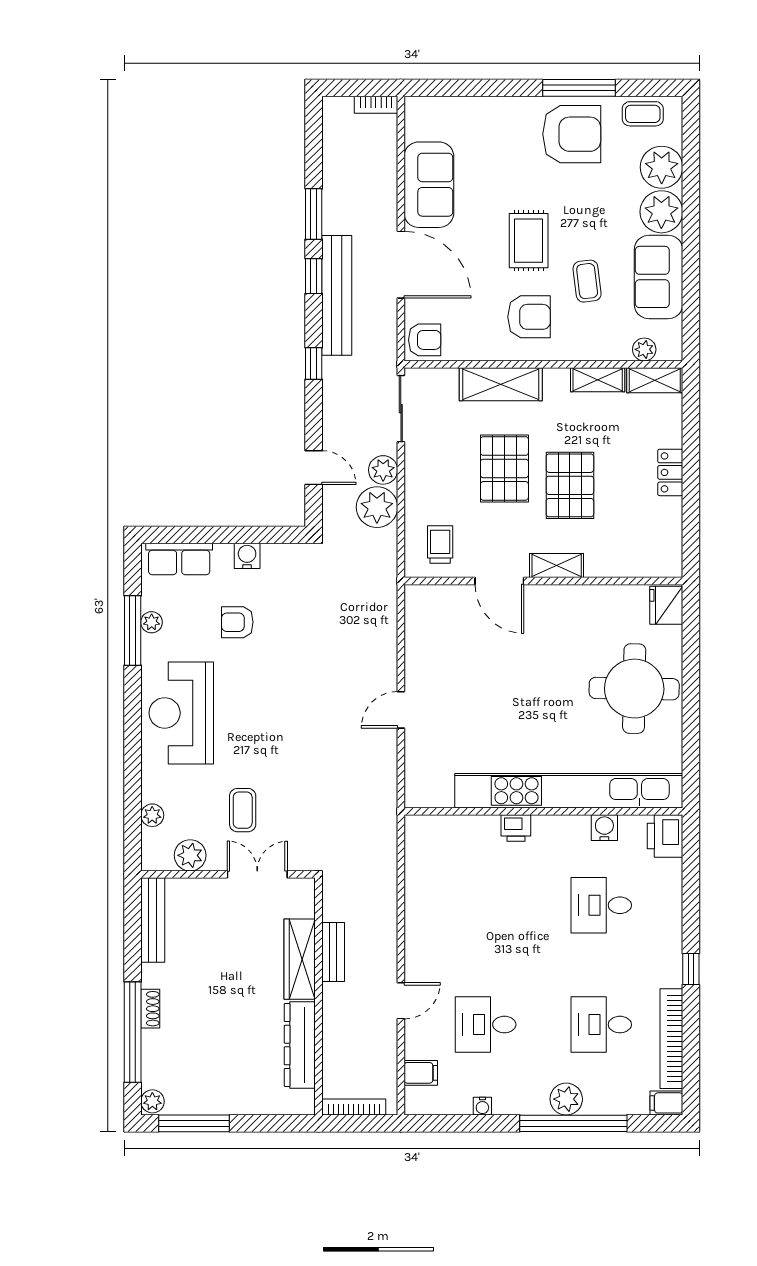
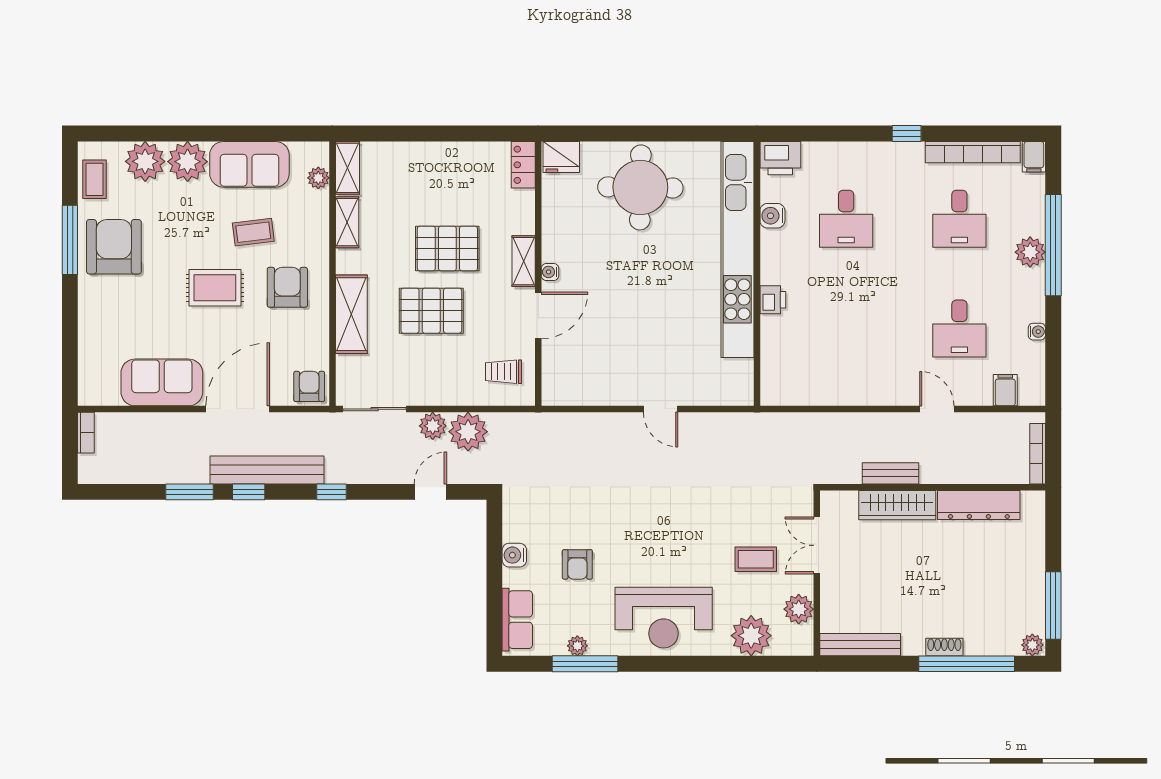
locker: (670, 472) -> (523, 165), moved, turned 90
water cooler: (545, 593) -> (550, 272), added
plant: (152, 815) -> (751, 636), width x1.88, depth x1.88

